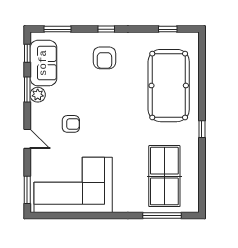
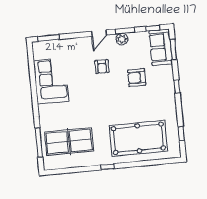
armchair: (104, 58) -> (137, 78), moved
sofa: (43, 63) -> (161, 47), moved, turned 90
door: (27, 139) -> (99, 33), moved
corner sofa: (73, 185) -> (51, 81), width x0.73, depth x0.74

